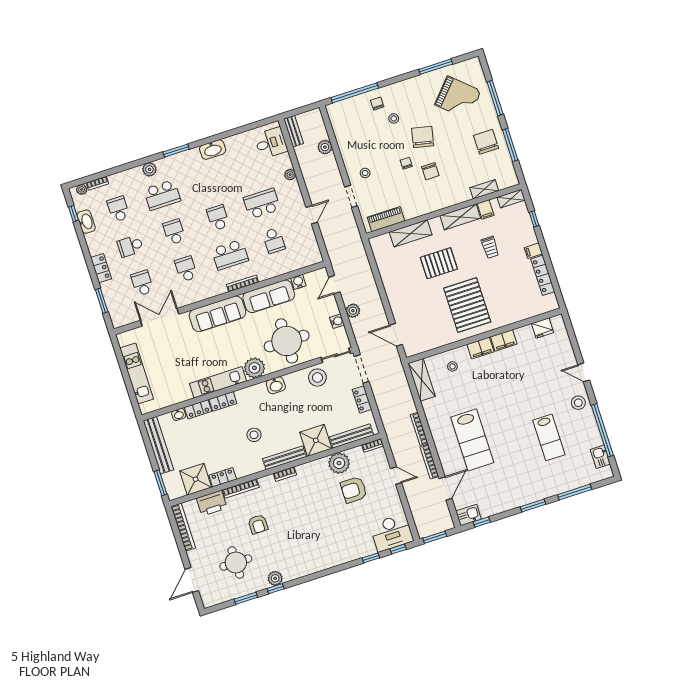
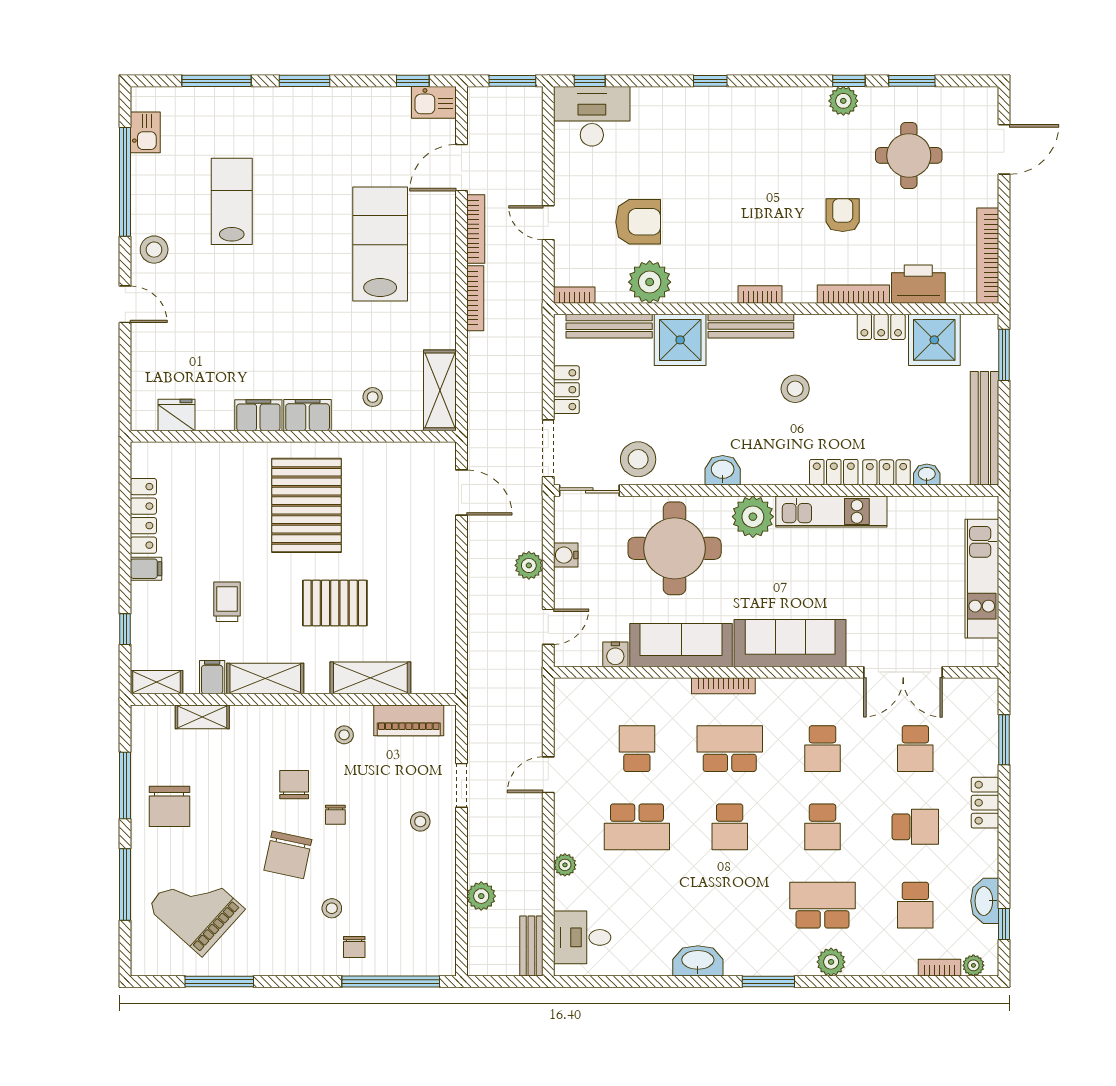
stool: (414, 202) -> (344, 735), added
window: (371, 558) -> (710, 81), moved

